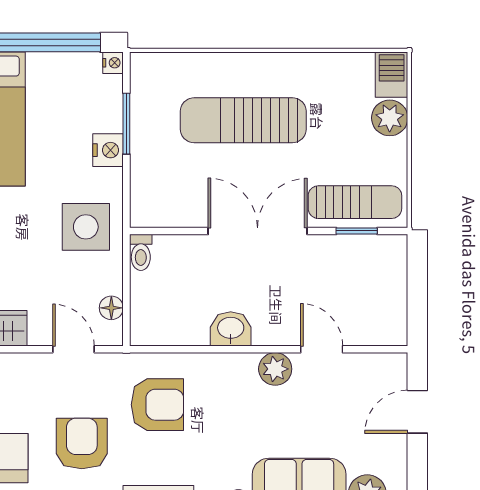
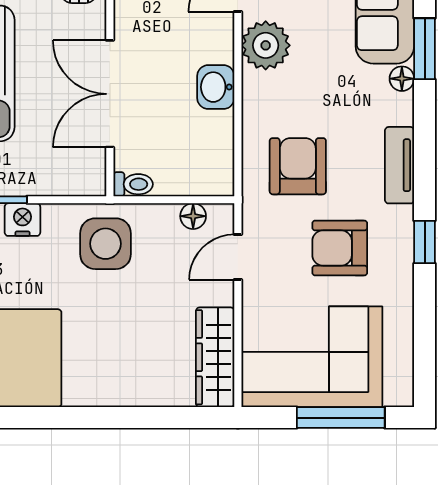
double door: (258, 231) -> (110, 94), moved
plant: (275, 369) -> (266, 45), width x1.36, depth x1.36

